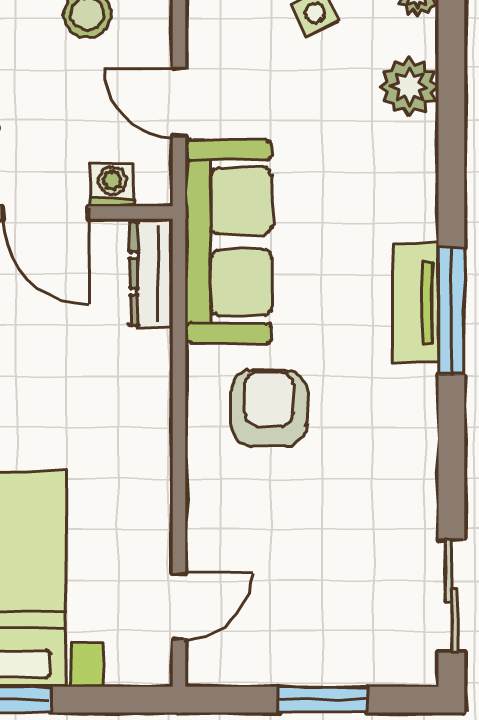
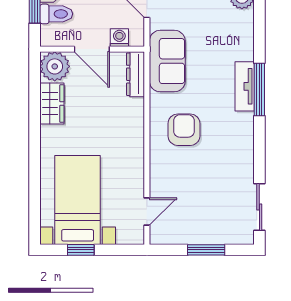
sofa: (228, 242) -> (167, 61), width x0.73

